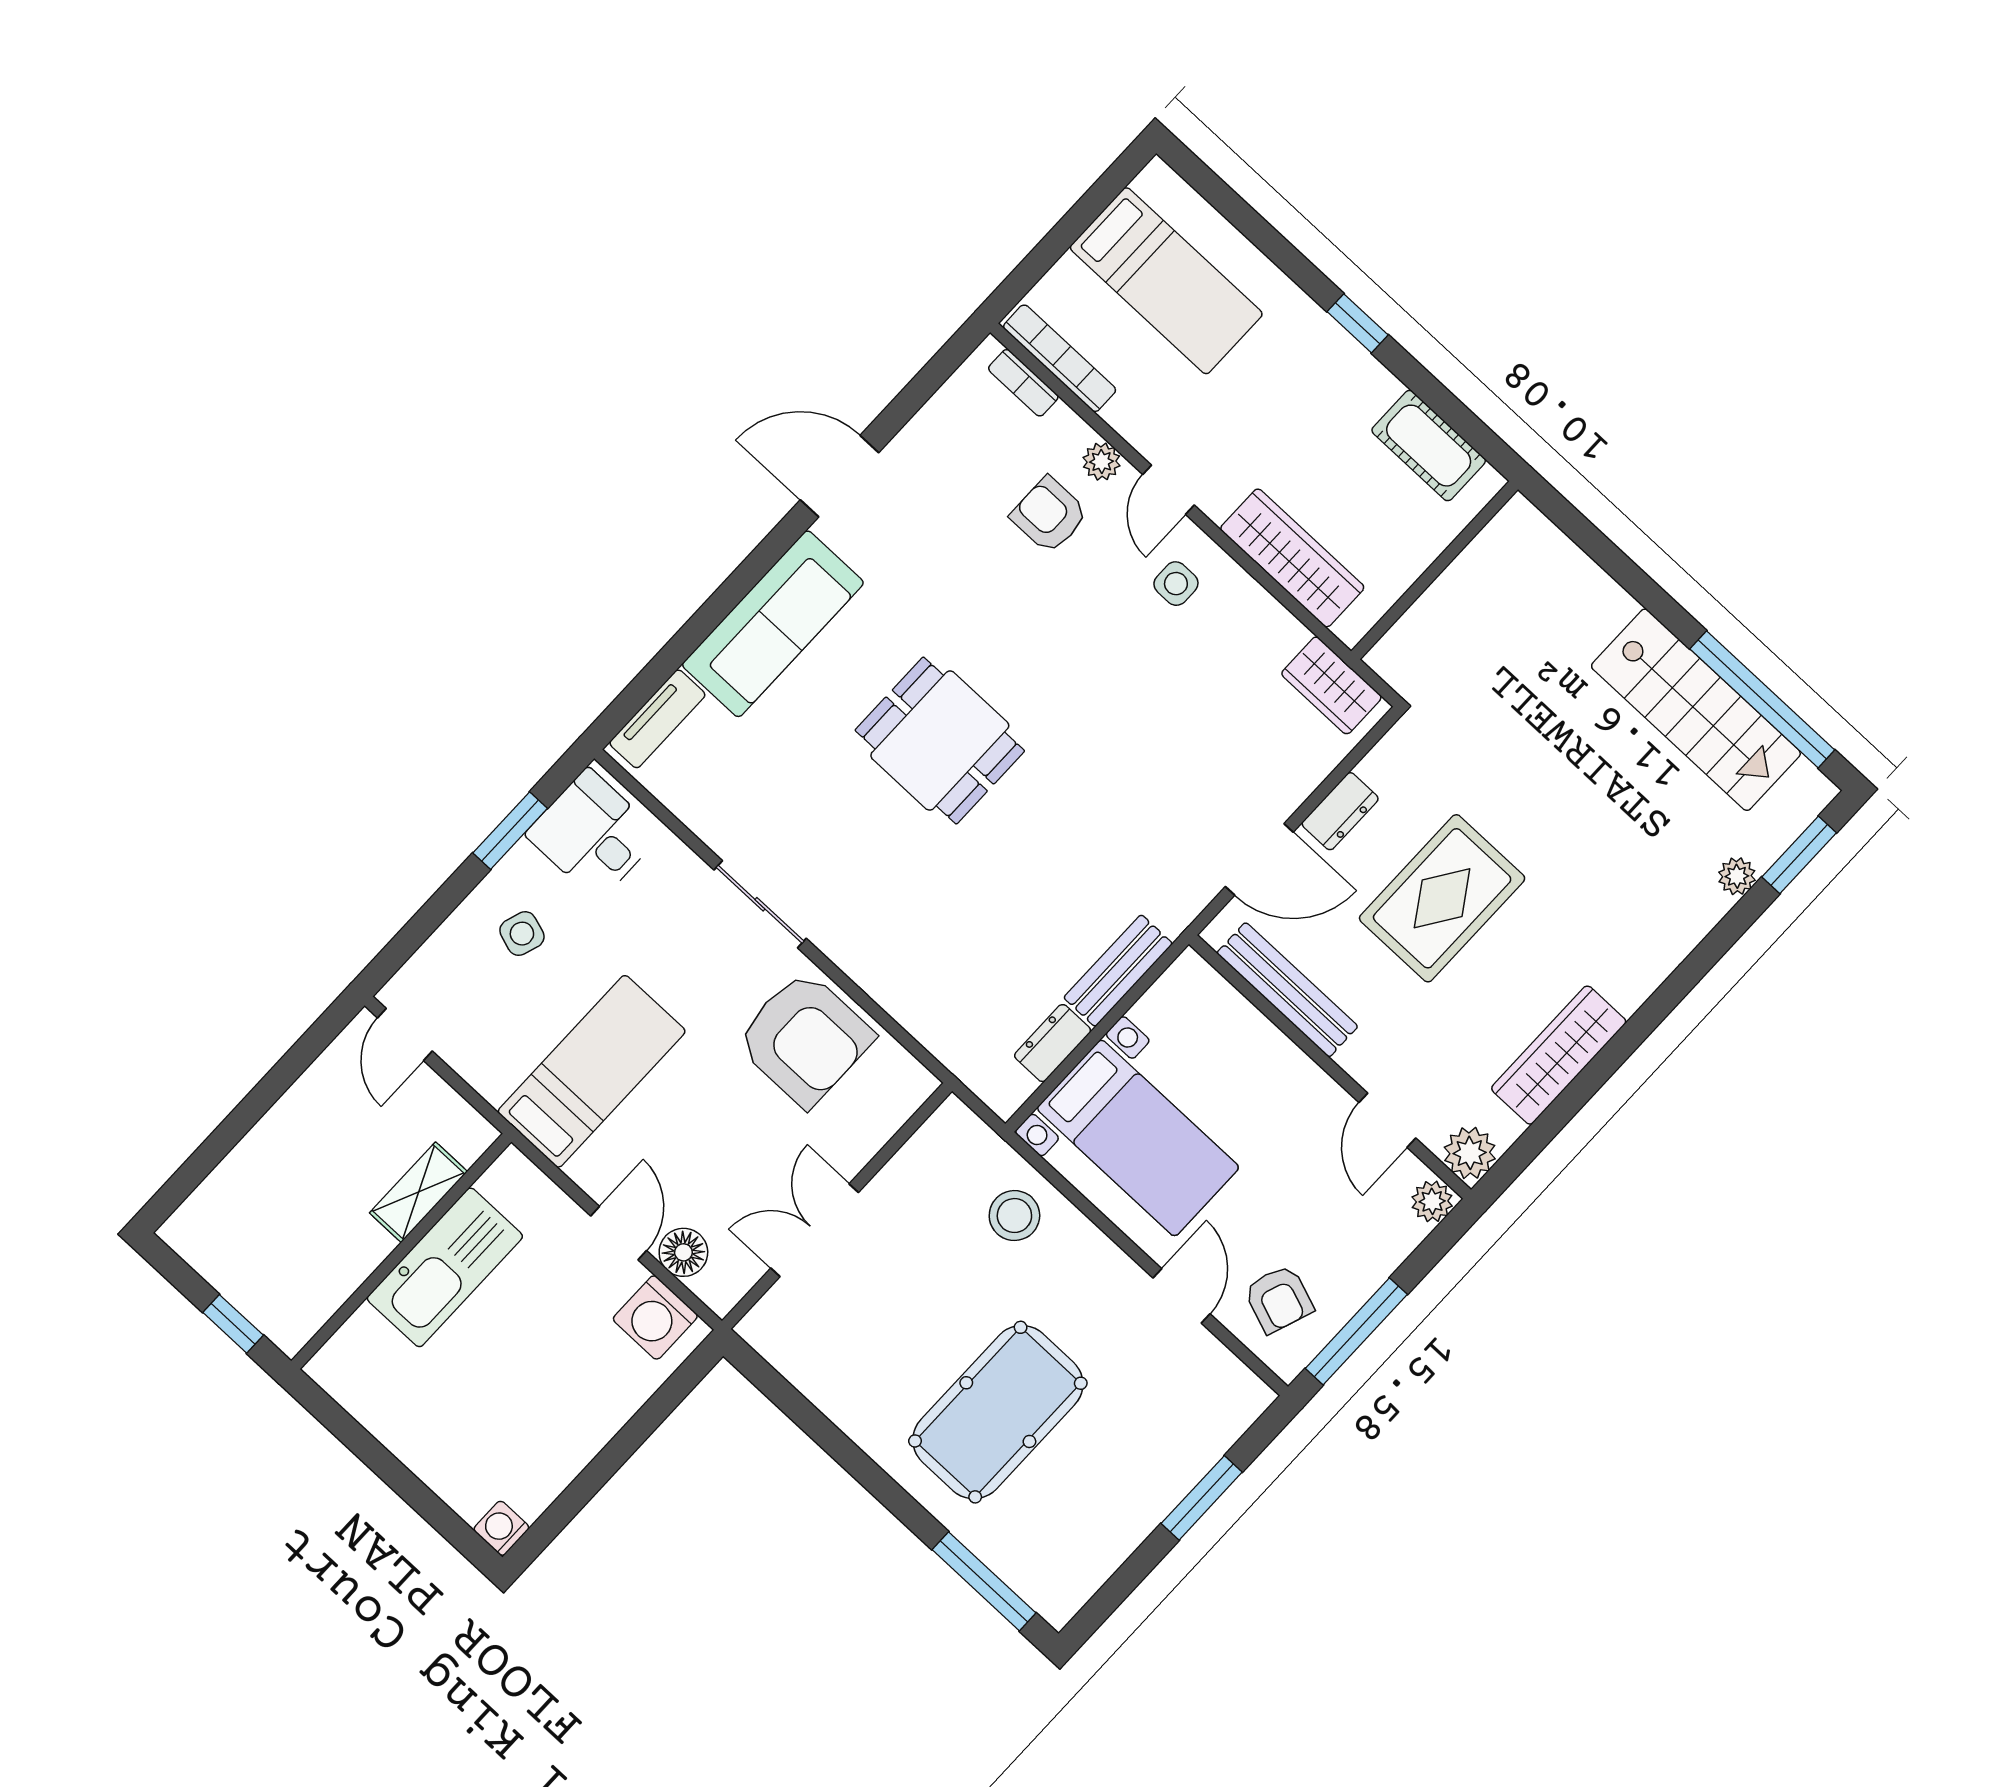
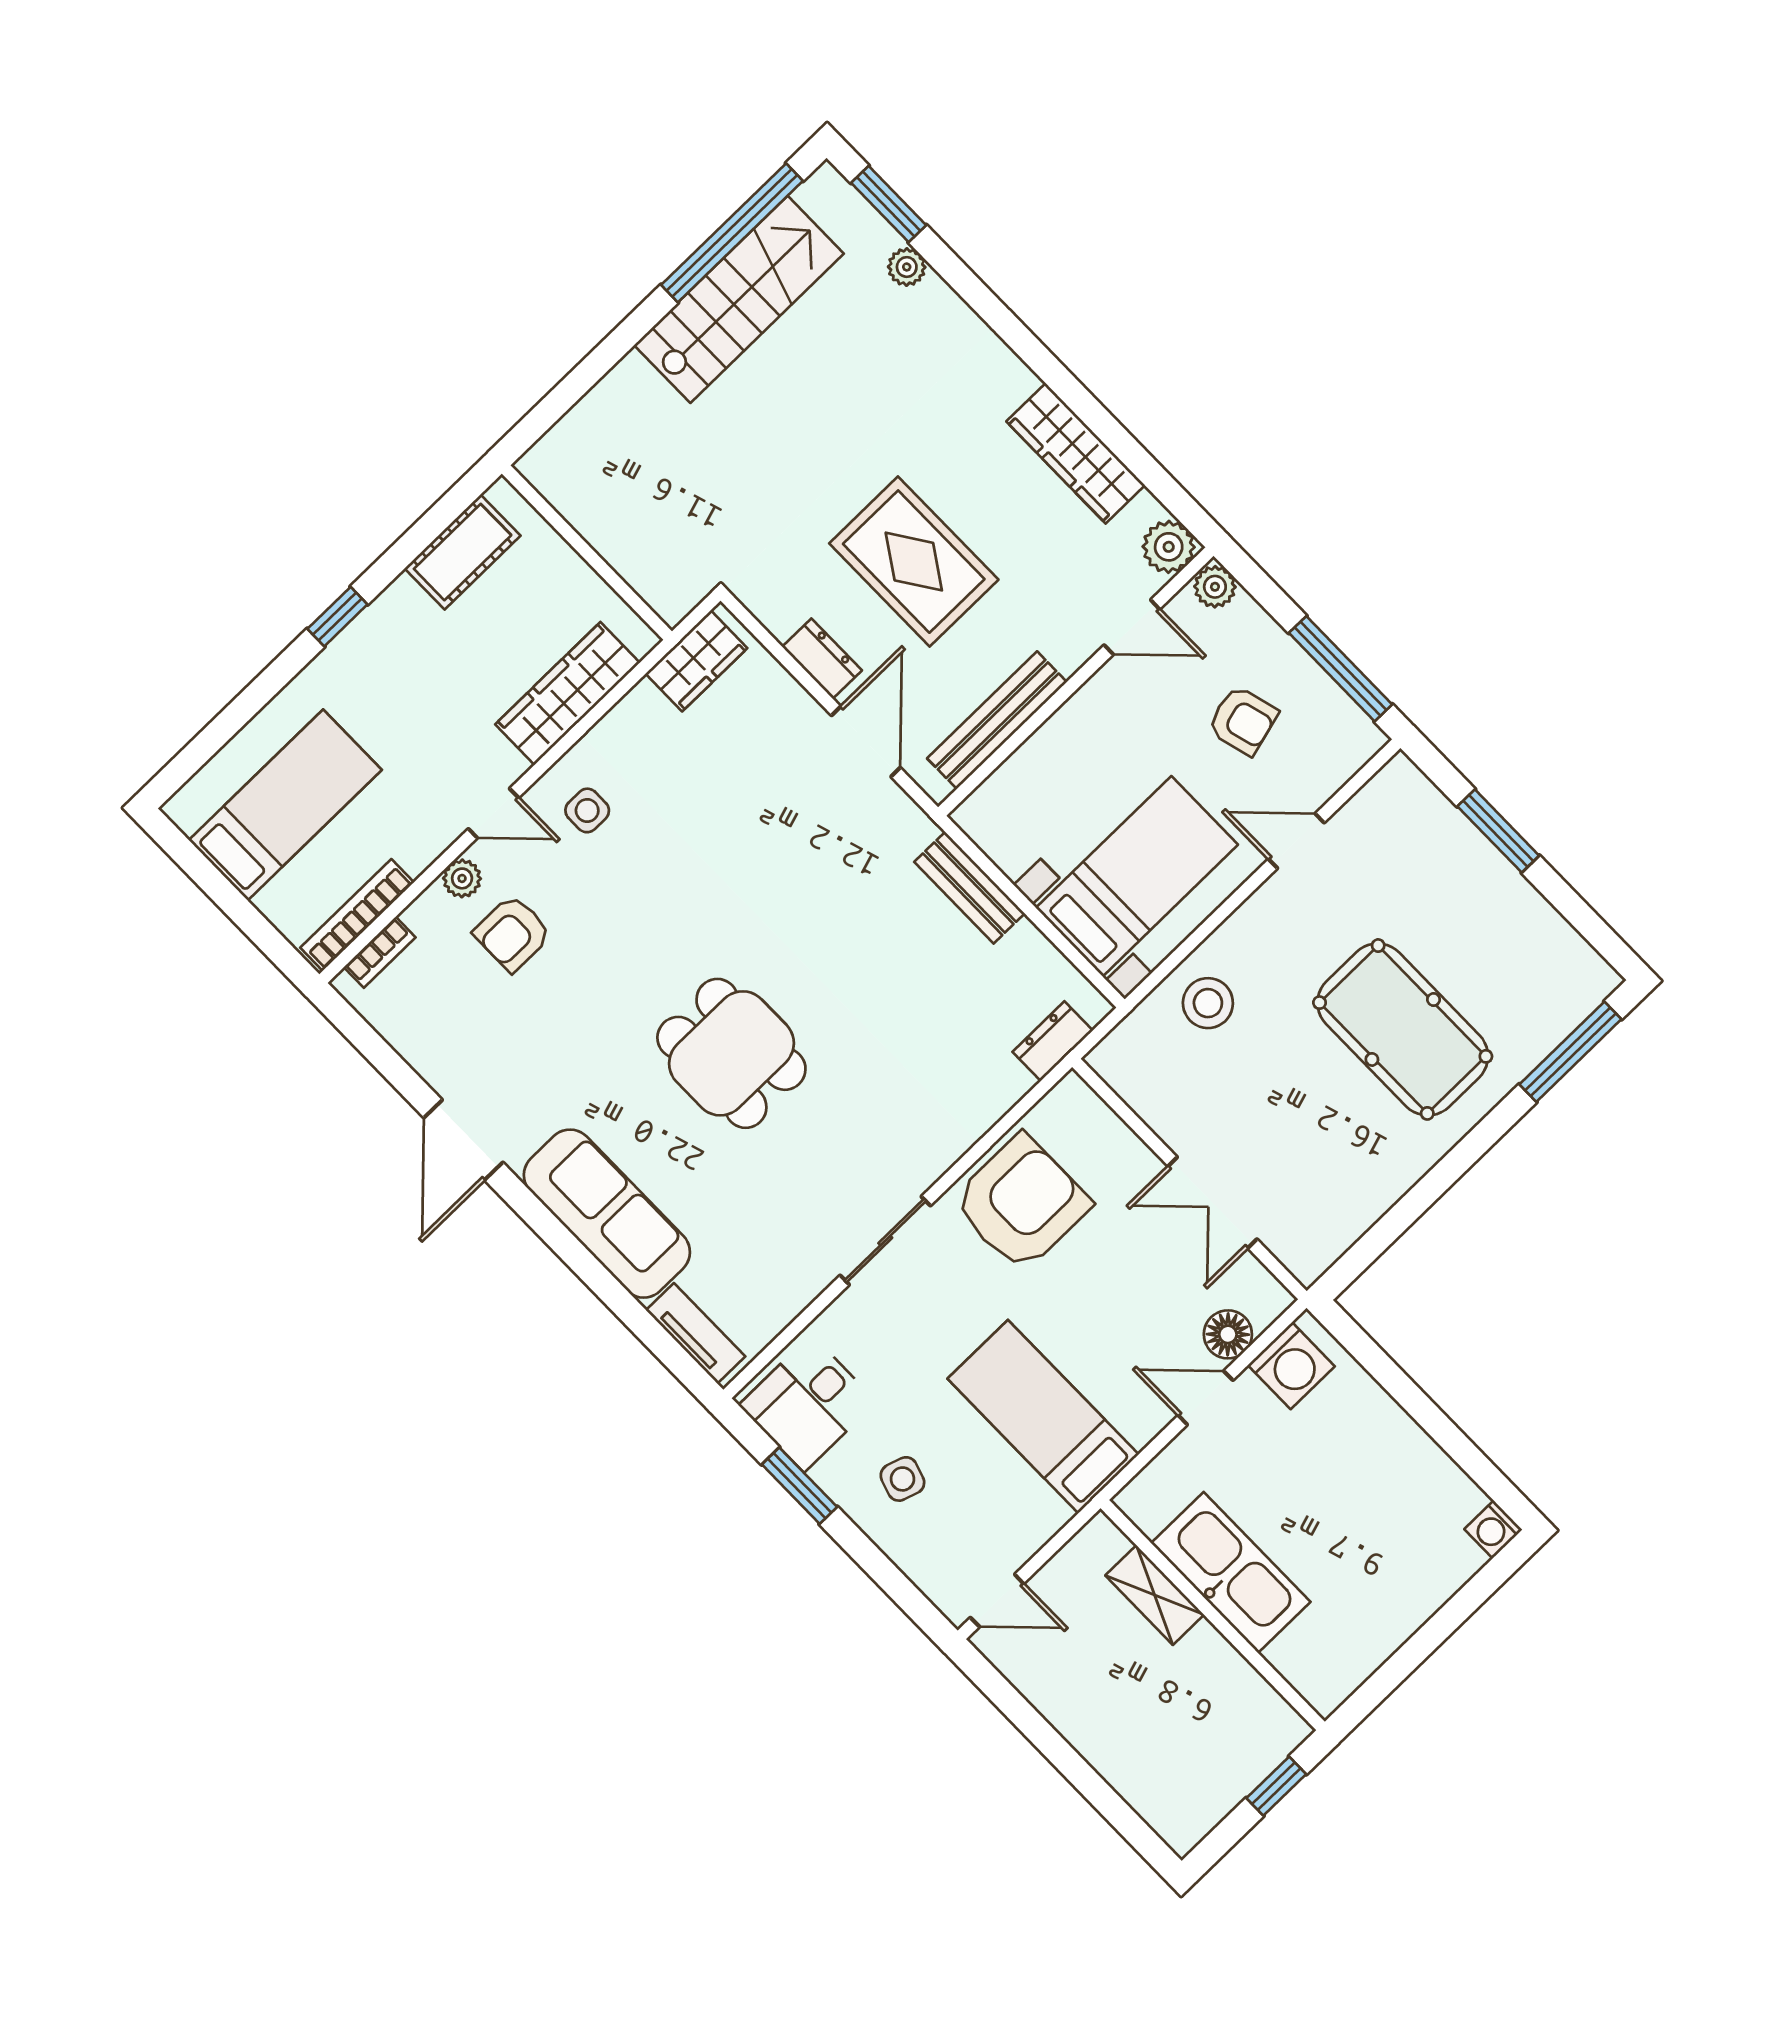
dining table: (940, 741) -> (731, 1053), turned 90
dresser: (1053, 1043) -> (1053, 1041), moved, turned 90
armchair: (1279, 1299) -> (1243, 720), moved, turned 55

